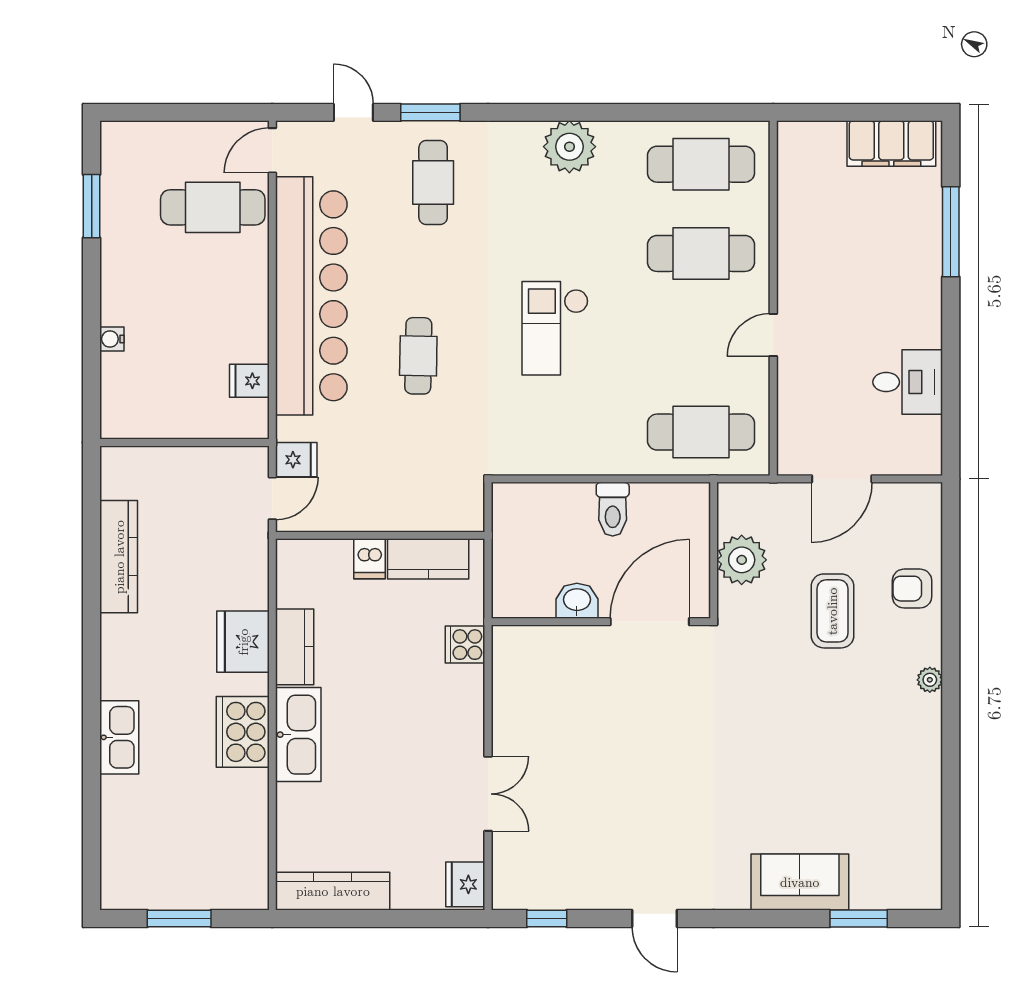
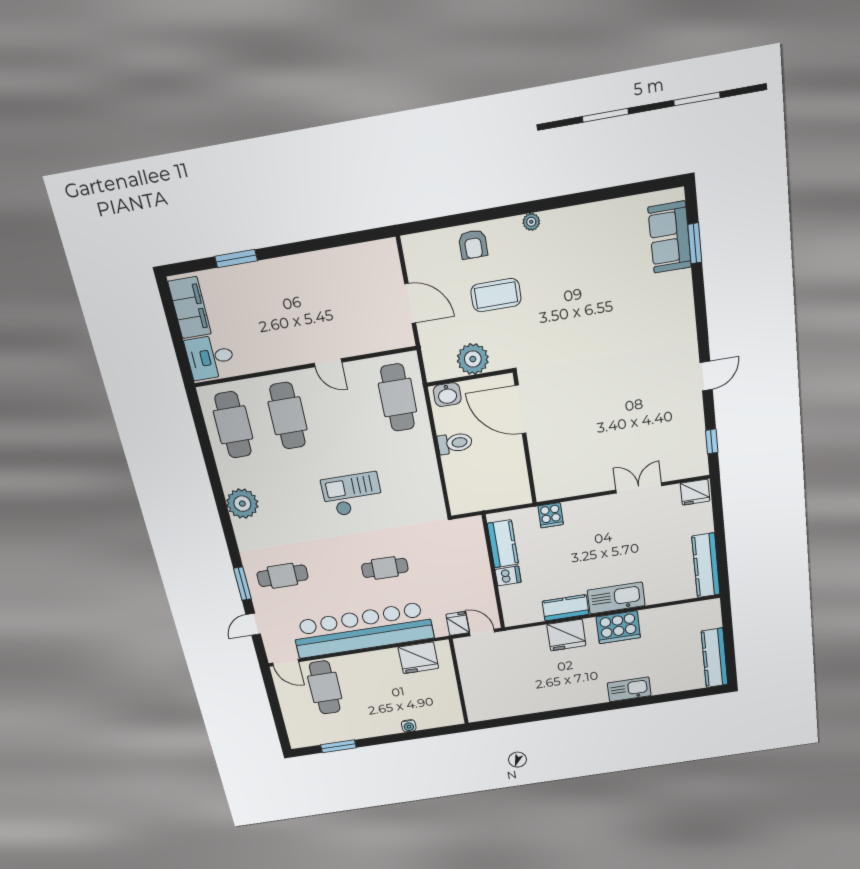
window: (951, 232) -> (236, 258), width x0.69
checkout: (555, 328) -> (352, 494), turned 180
fridge: (249, 381) -> (418, 658), width x1.88, depth x1.34
desk: (908, 382) -> (210, 357), moved, turned -90
kitchen counter: (119, 557) -> (715, 658), moved, turned -90
washbasin: (577, 601) -> (447, 395), moved, turned -90
sofa: (800, 882) -> (670, 237), moved
window: (179, 919) -> (729, 644), removed

